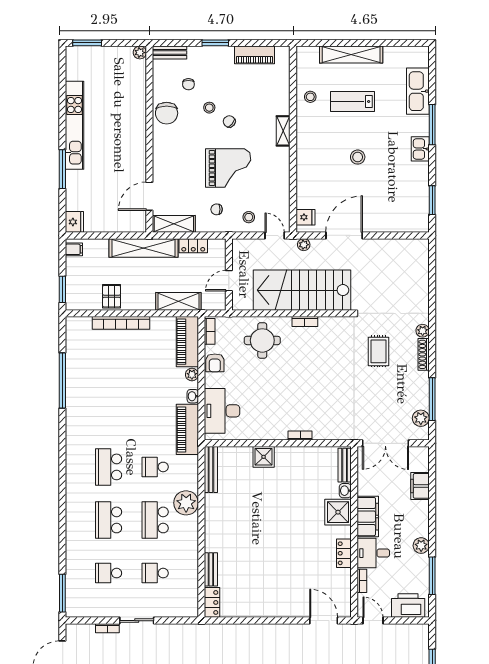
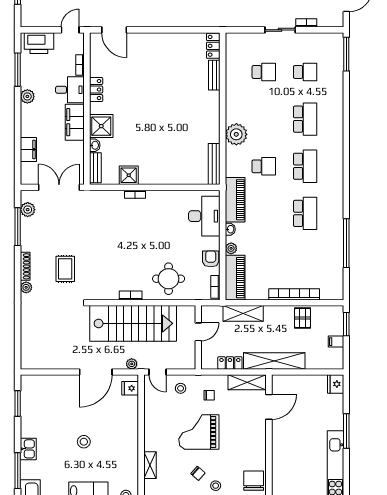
filing cabinet: (74, 249) -> (336, 342), moved
shower: (264, 457) -> (129, 175), moved
school desk: (155, 520) -> (305, 213), moved
door: (373, 621) -> (70, 30), swing flipped

